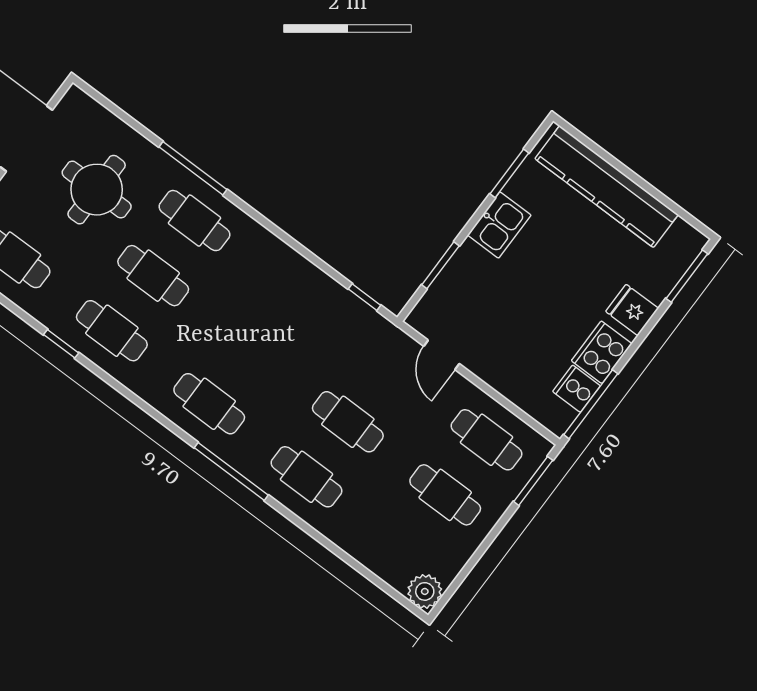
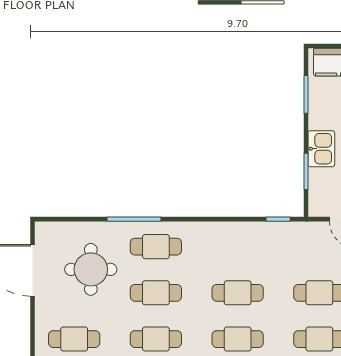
kitchen sink: (499, 225) -> (321, 149), moved
cafe table: (250, 349) -> (238, 293), added

